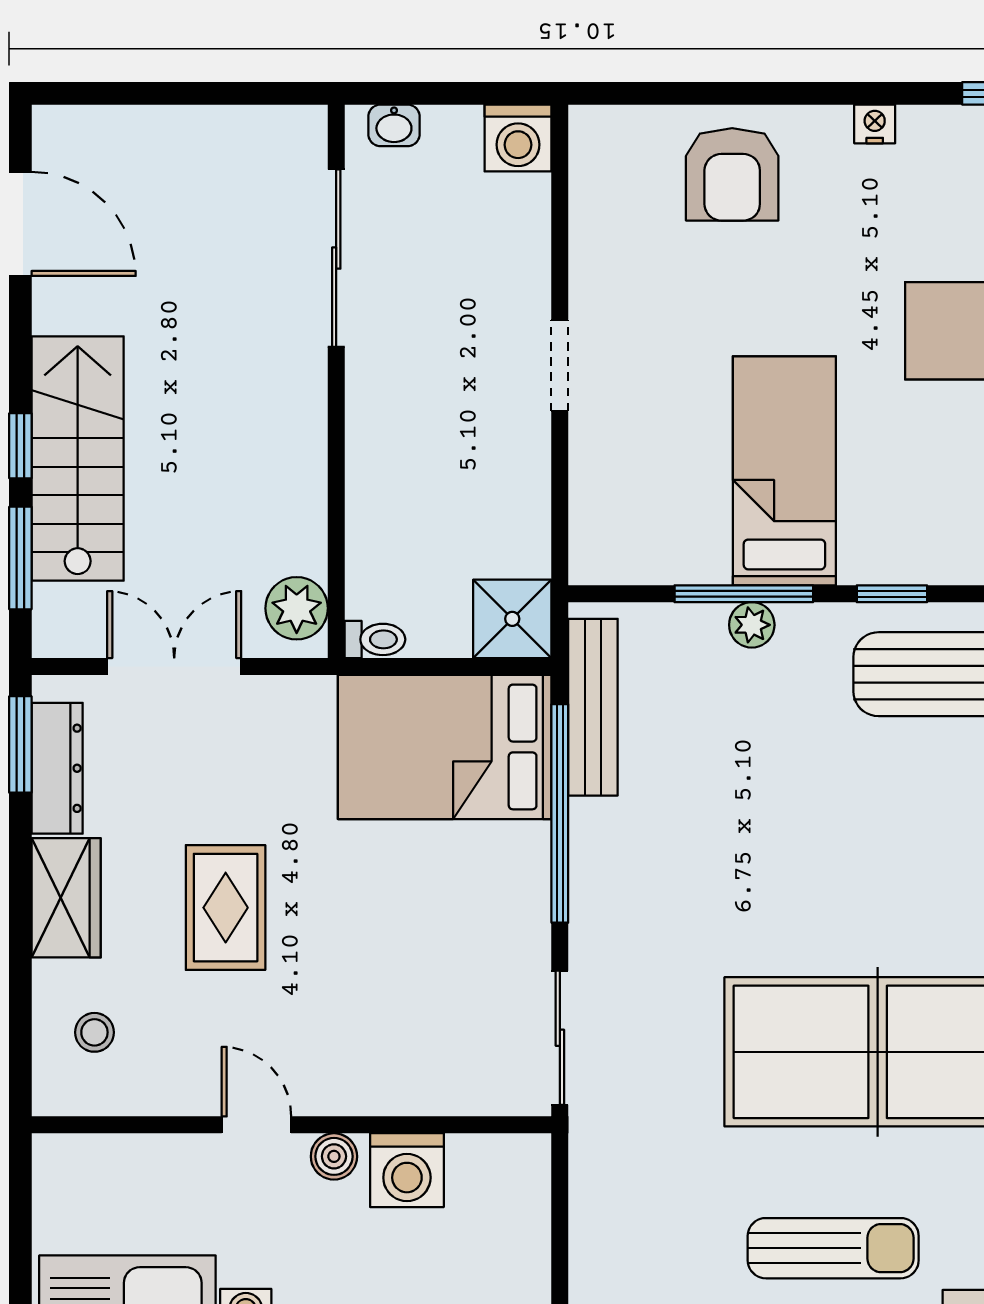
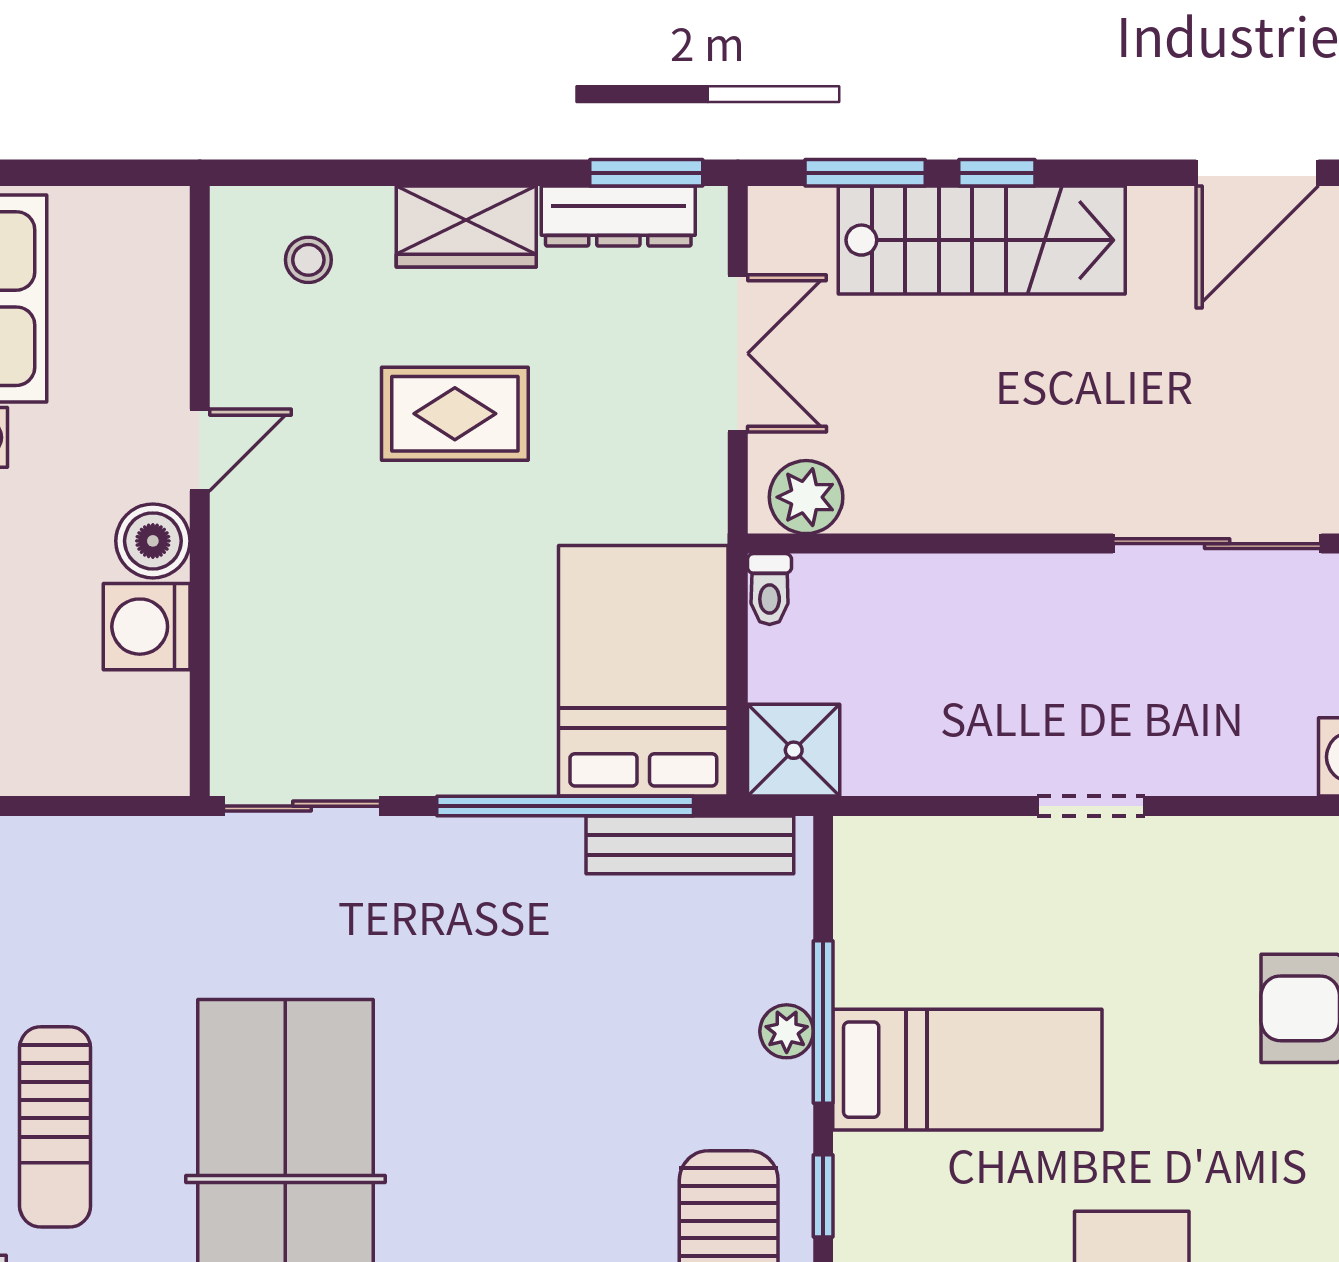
boiler: (334, 1156) -> (153, 541), width x1.36, depth x1.36

